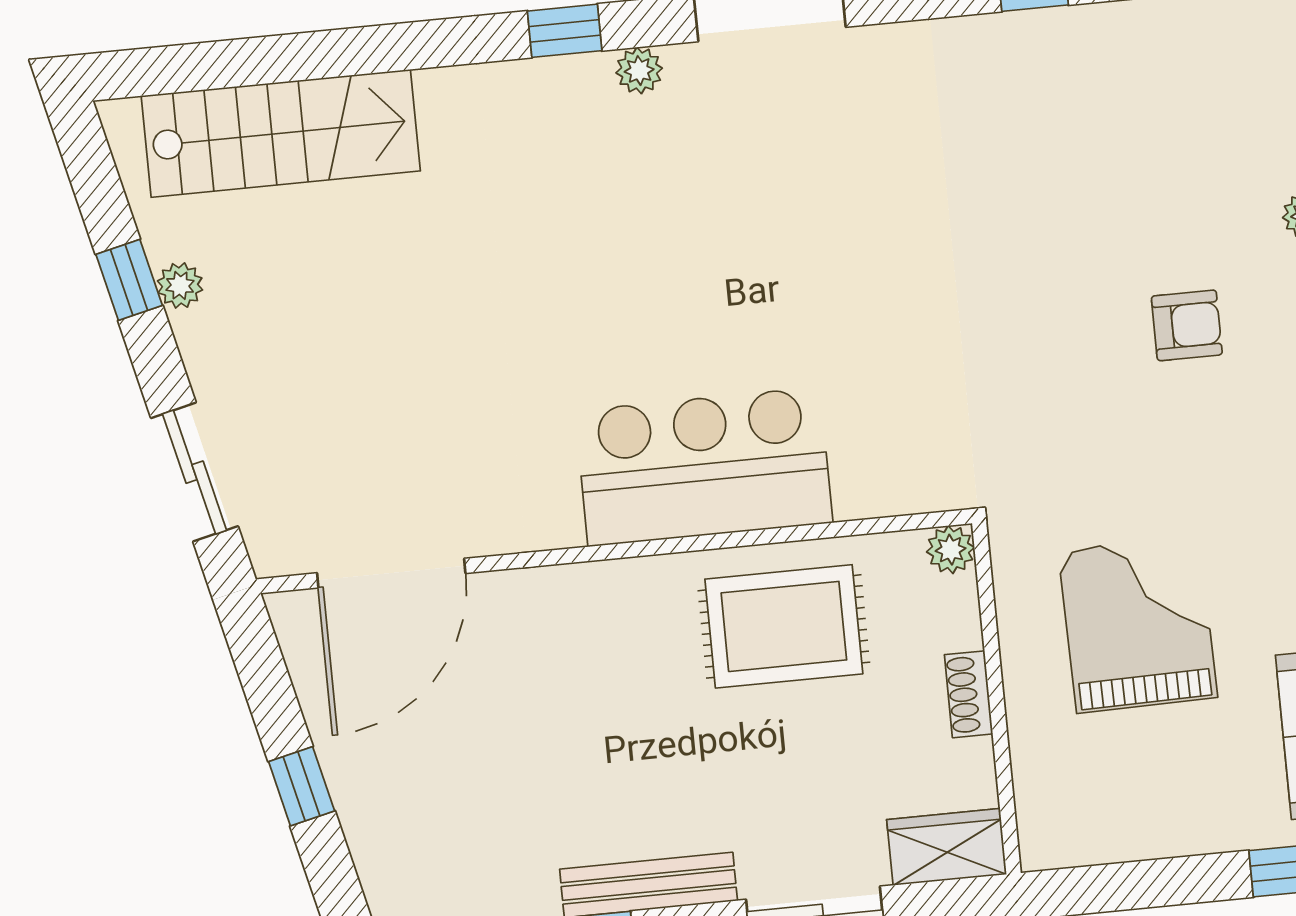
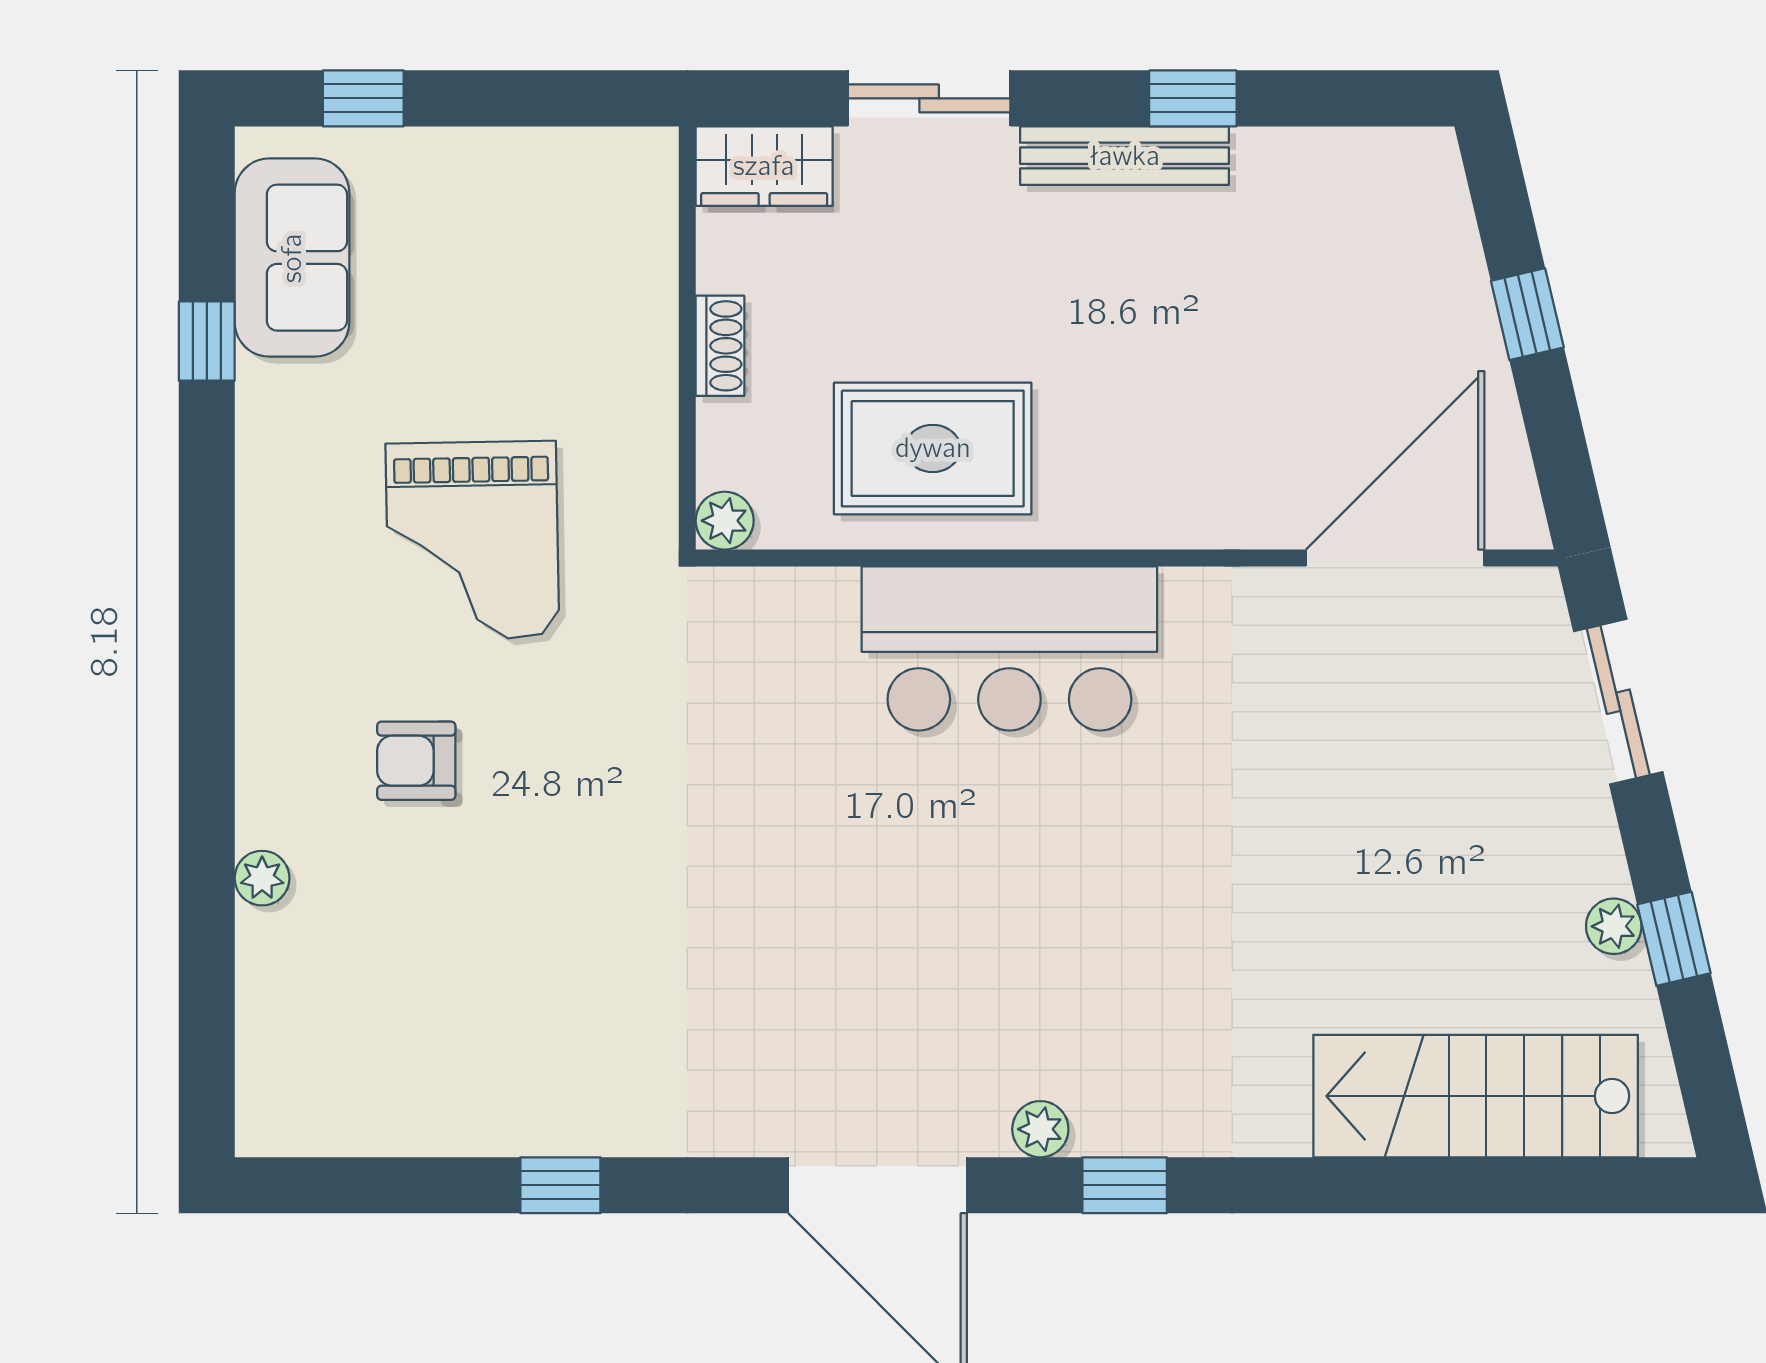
grand piano: (1138, 624) -> (472, 541), moved

